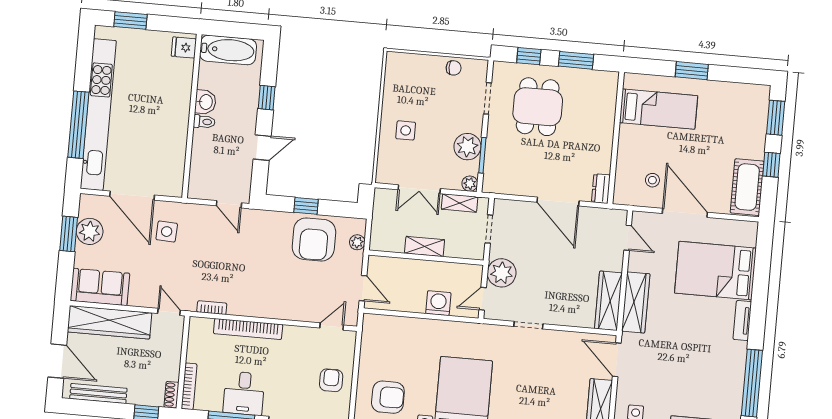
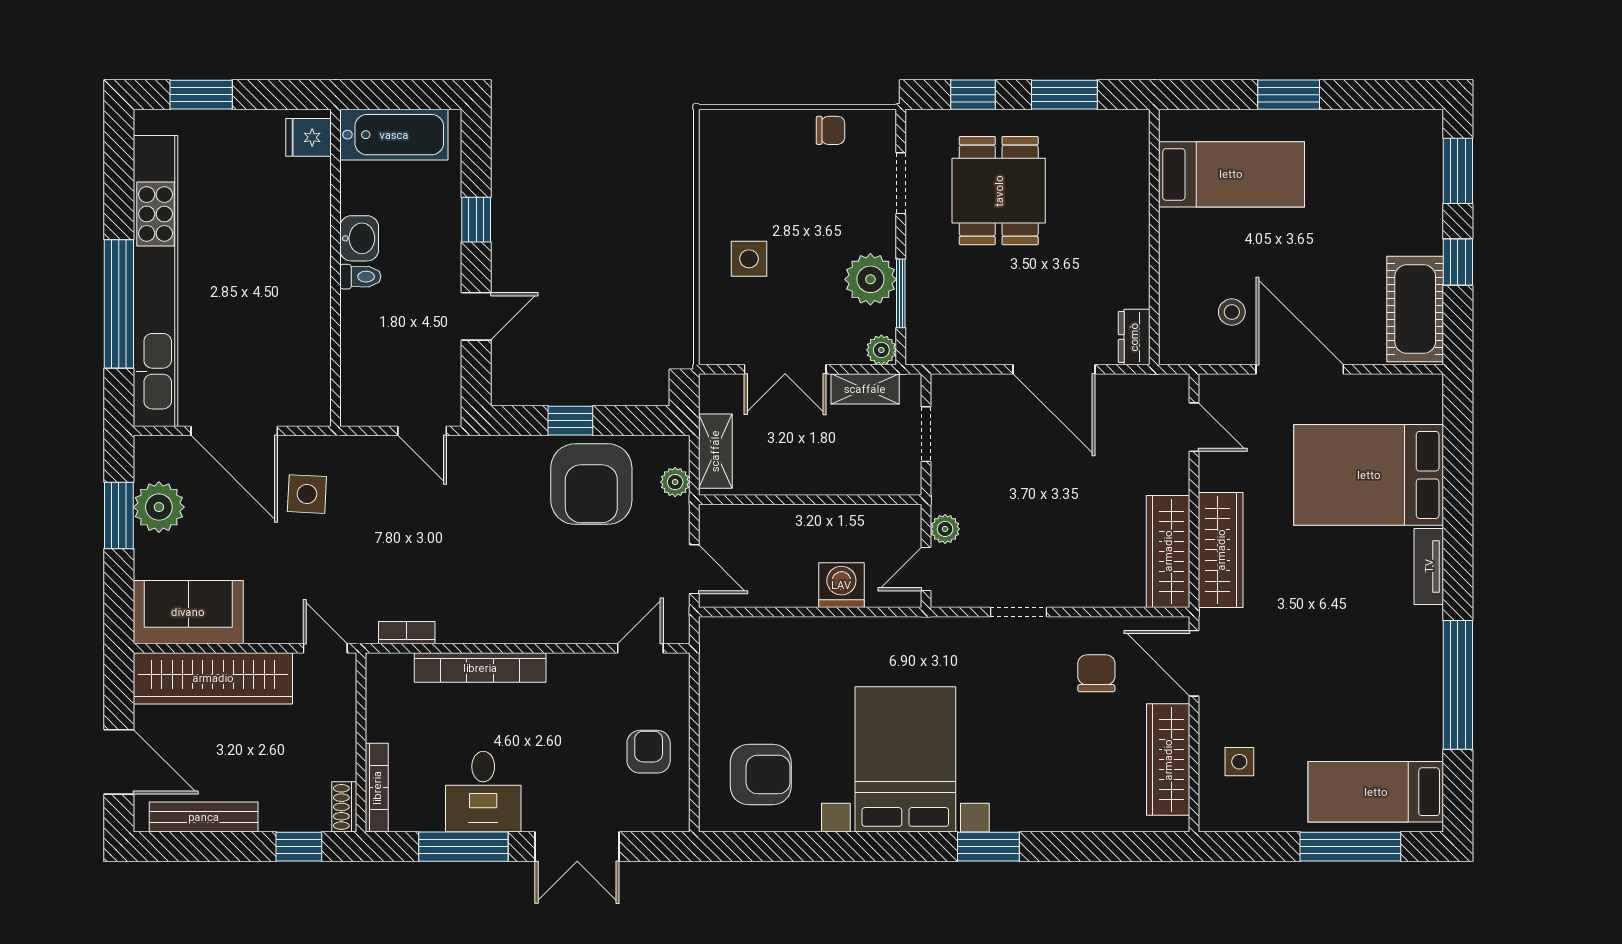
shelving: (425, 246) -> (715, 451), moved, turned 90
plant: (502, 273) -> (945, 529), width x0.53, depth x0.53
chair: (566, 360) -> (1096, 673), added

